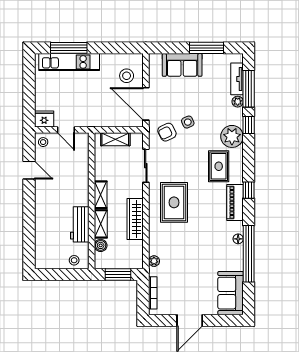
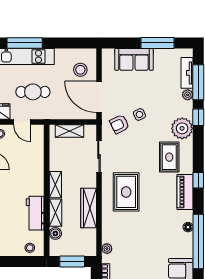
cafe table: (77, 99) -> (33, 92), added

